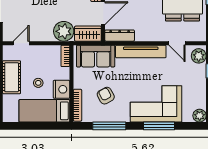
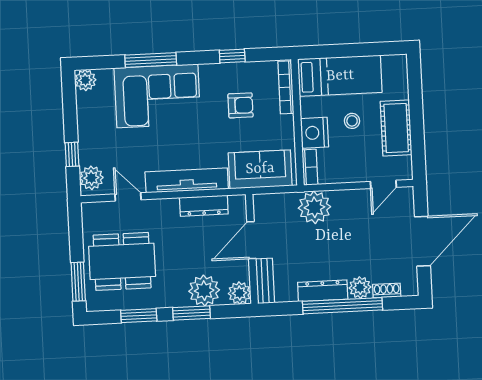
wardrobe: (88, 34) -> (275, 205), removed
dresser: (120, 36) -> (204, 206), moved
nightstand: (61, 89) -> (314, 133), moved
armchair: (106, 96) -> (240, 105), turned -61
window: (109, 126) -> (232, 56), width x0.46

